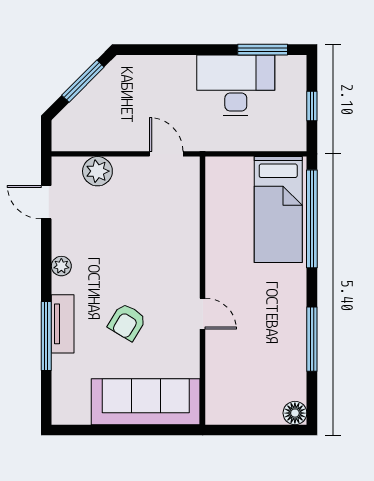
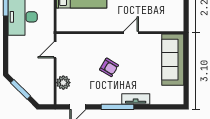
plant: (61, 266) -> (108, 100), removed
armchair: (127, 322) -> (109, 67), moved
window: (46, 336) -> (118, 107), moved

